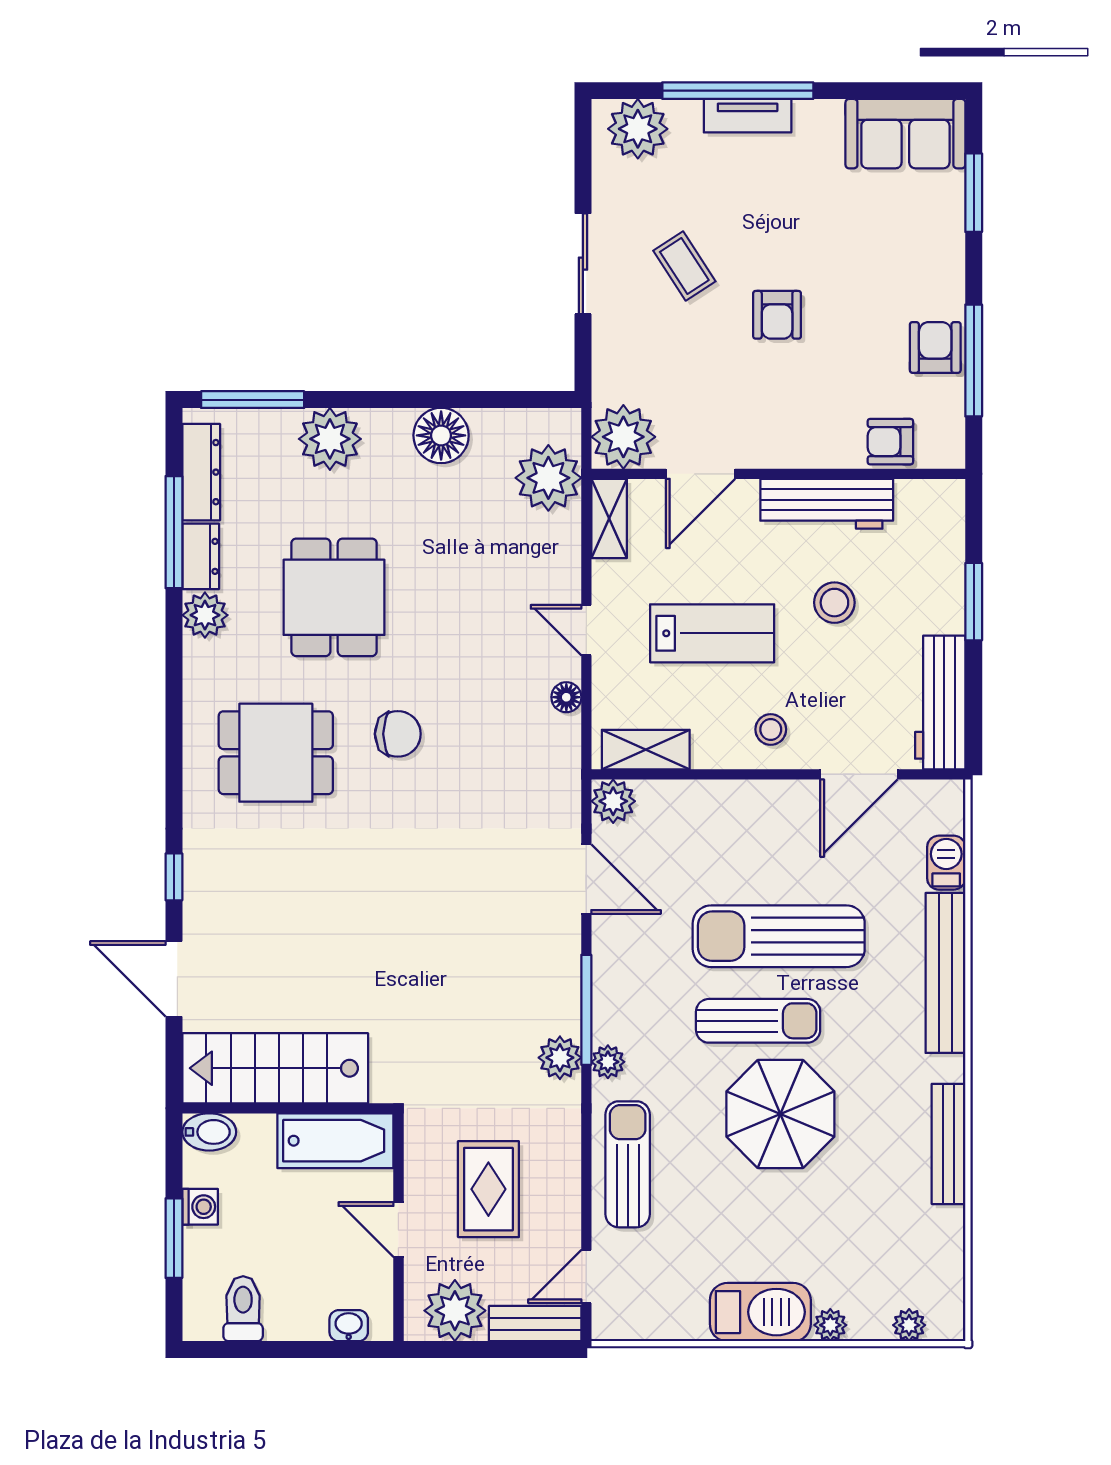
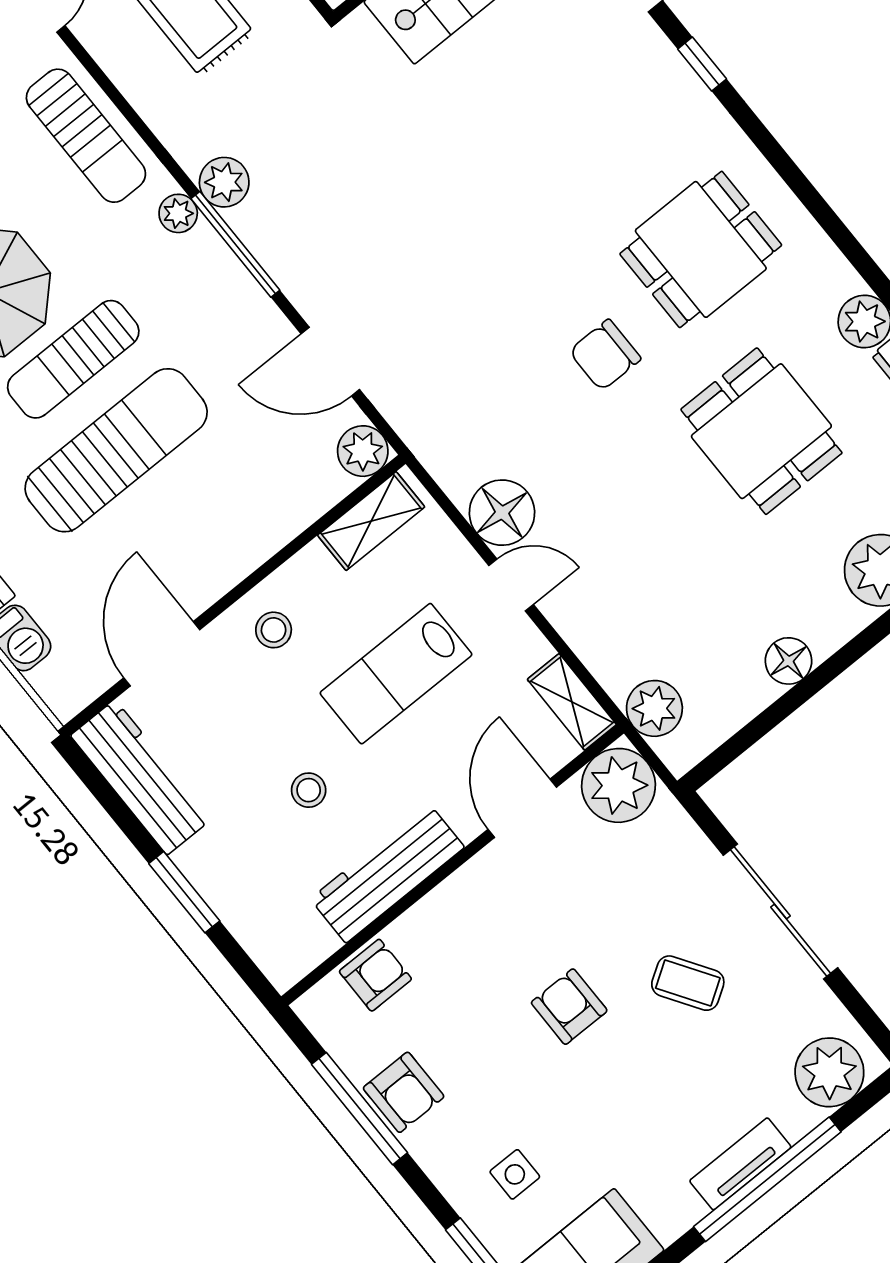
side table: (905, 232) -> (515, 1174), added
sliding door: (583, 264) -> (780, 912), width x1.37
floor lamp: (441, 435) -> (788, 661), width x0.73, depth x0.73
plant: (548, 478) -> (654, 708), width x0.73, depth x0.73
stool: (834, 603) -> (309, 790), width x0.73, depth x0.73
floor lamp: (566, 697) -> (502, 513), width x1.89, depth x1.89

